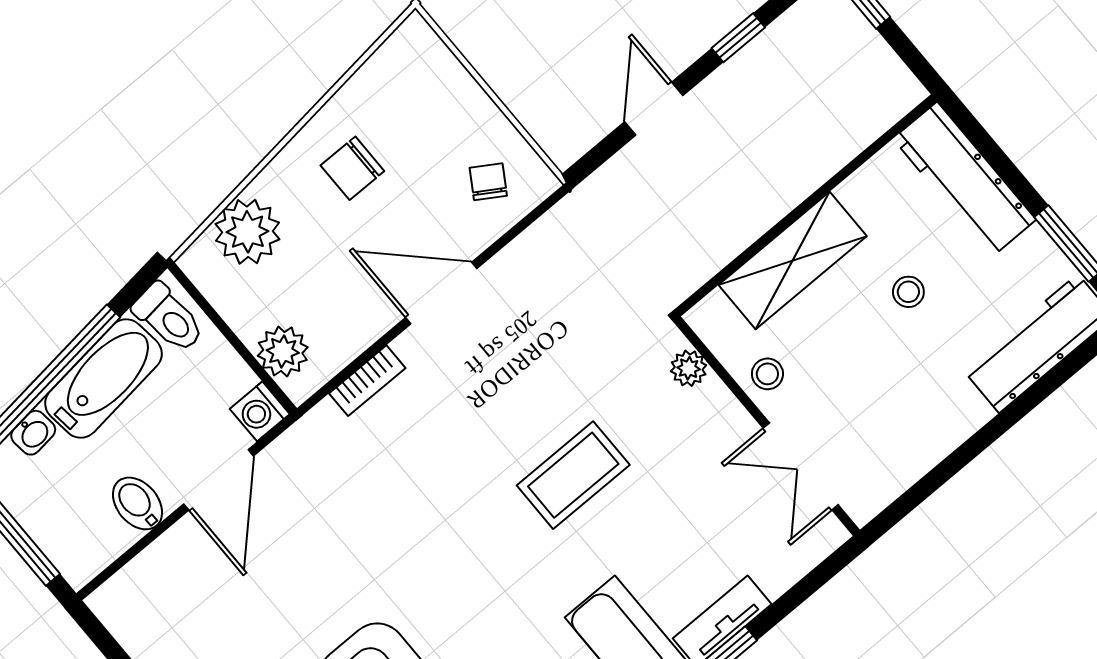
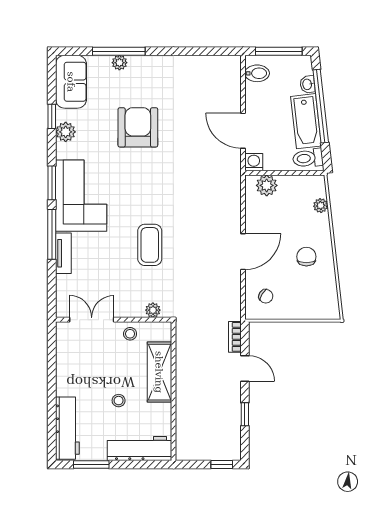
plant: (247, 232) -> (321, 206), width x0.53, depth x0.53
bookcase: (367, 381) -> (235, 337), moved
bidet: (138, 503) -> (257, 73), moved

